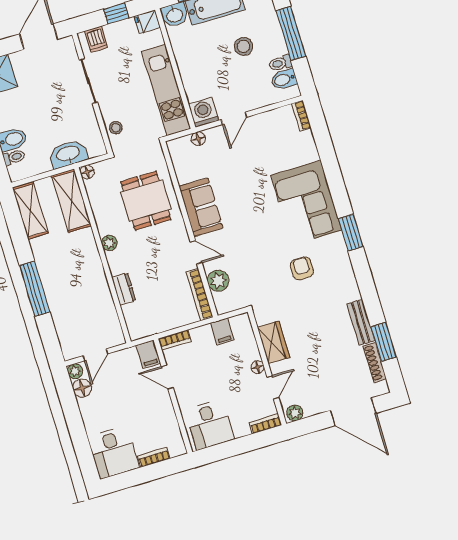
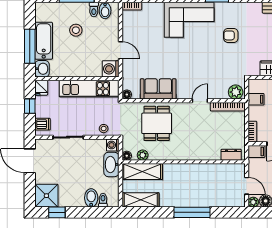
floor lamp: (198, 139) -> (127, 95), moved
washing machine: (96, 148) -> (113, 145), added
dining table: (146, 201) -> (157, 123), turned 90
sofa: (201, 207) -> (158, 89), moved
plant: (109, 243) -> (143, 155), moved
plant: (218, 281) -> (236, 92), moved
dresser: (124, 289) -> (231, 155), moved

